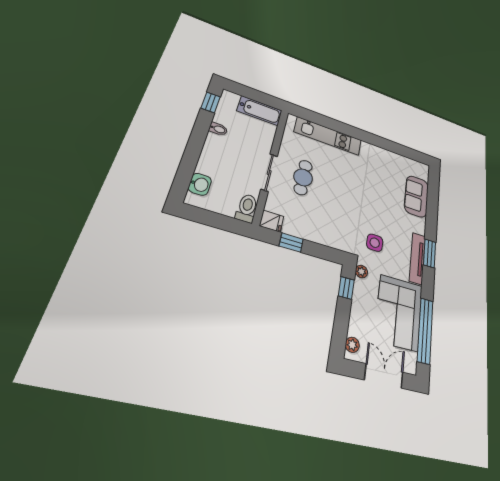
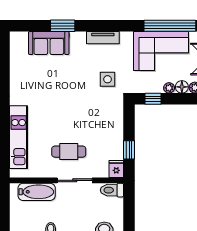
bathtub: (260, 111) -> (37, 192), moved, turned 90
window: (430, 253) -> (63, 26), moved
tv unit: (417, 258) -> (103, 38), width x0.71
plant: (361, 272) -> (169, 88), moved
floor lamp: (355, 328) -> (182, 87), added

